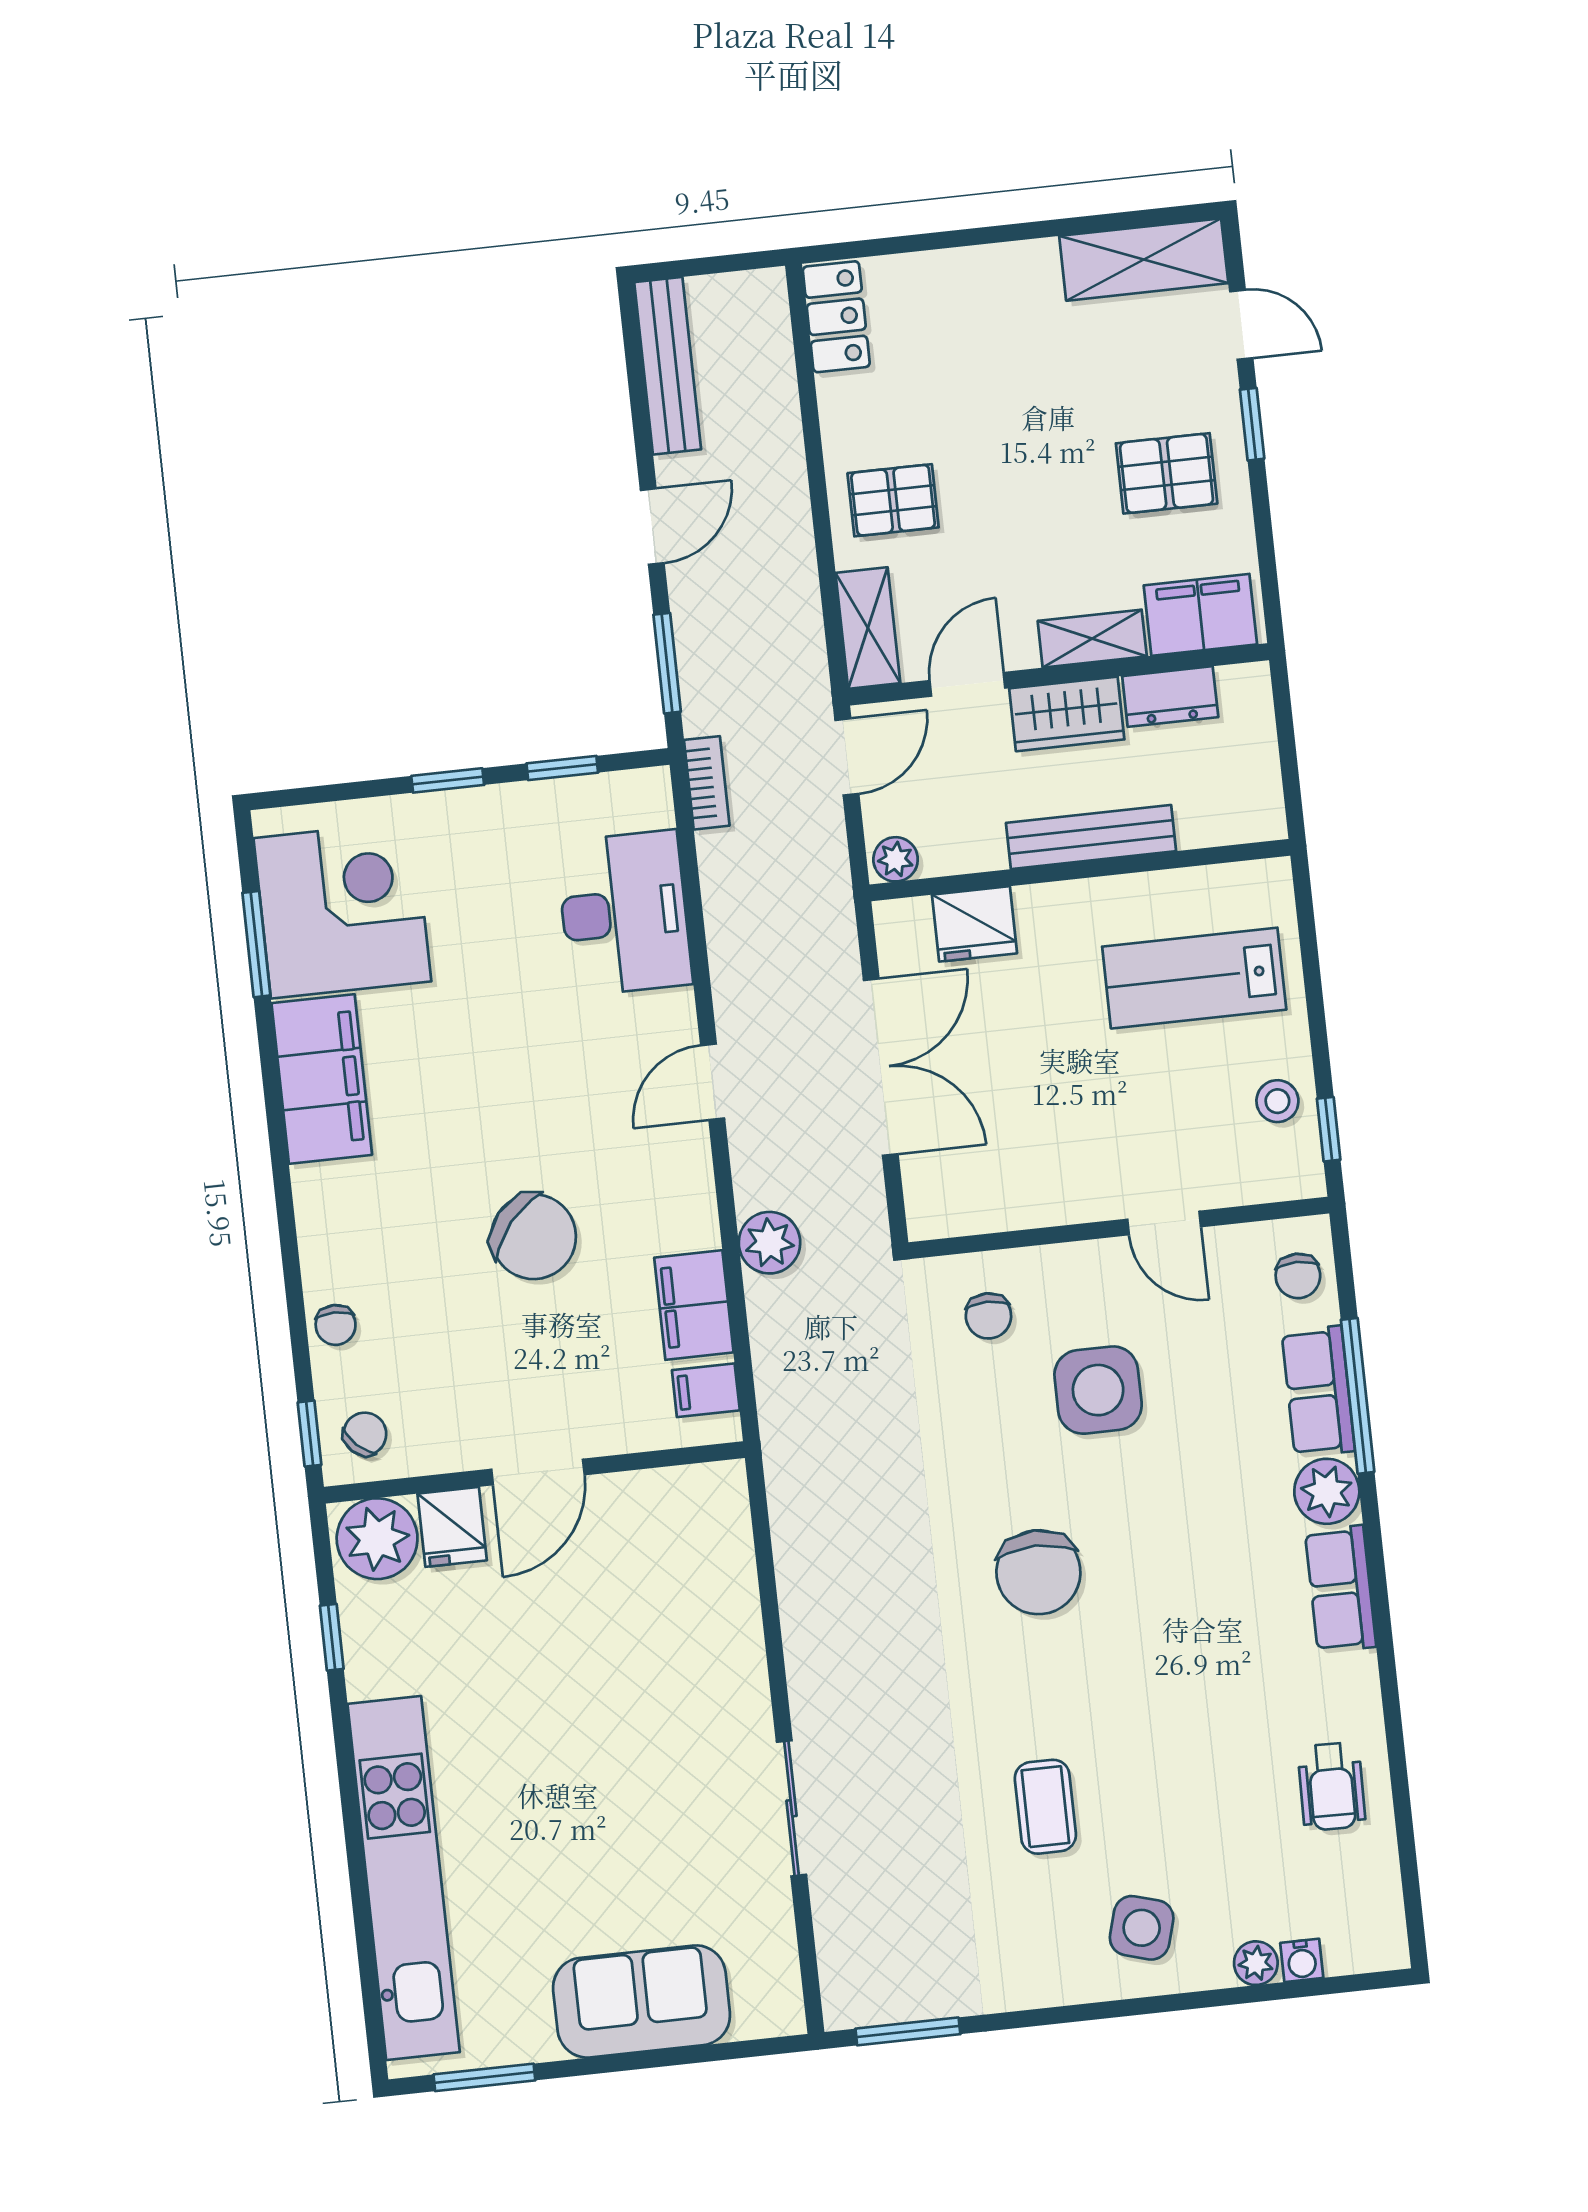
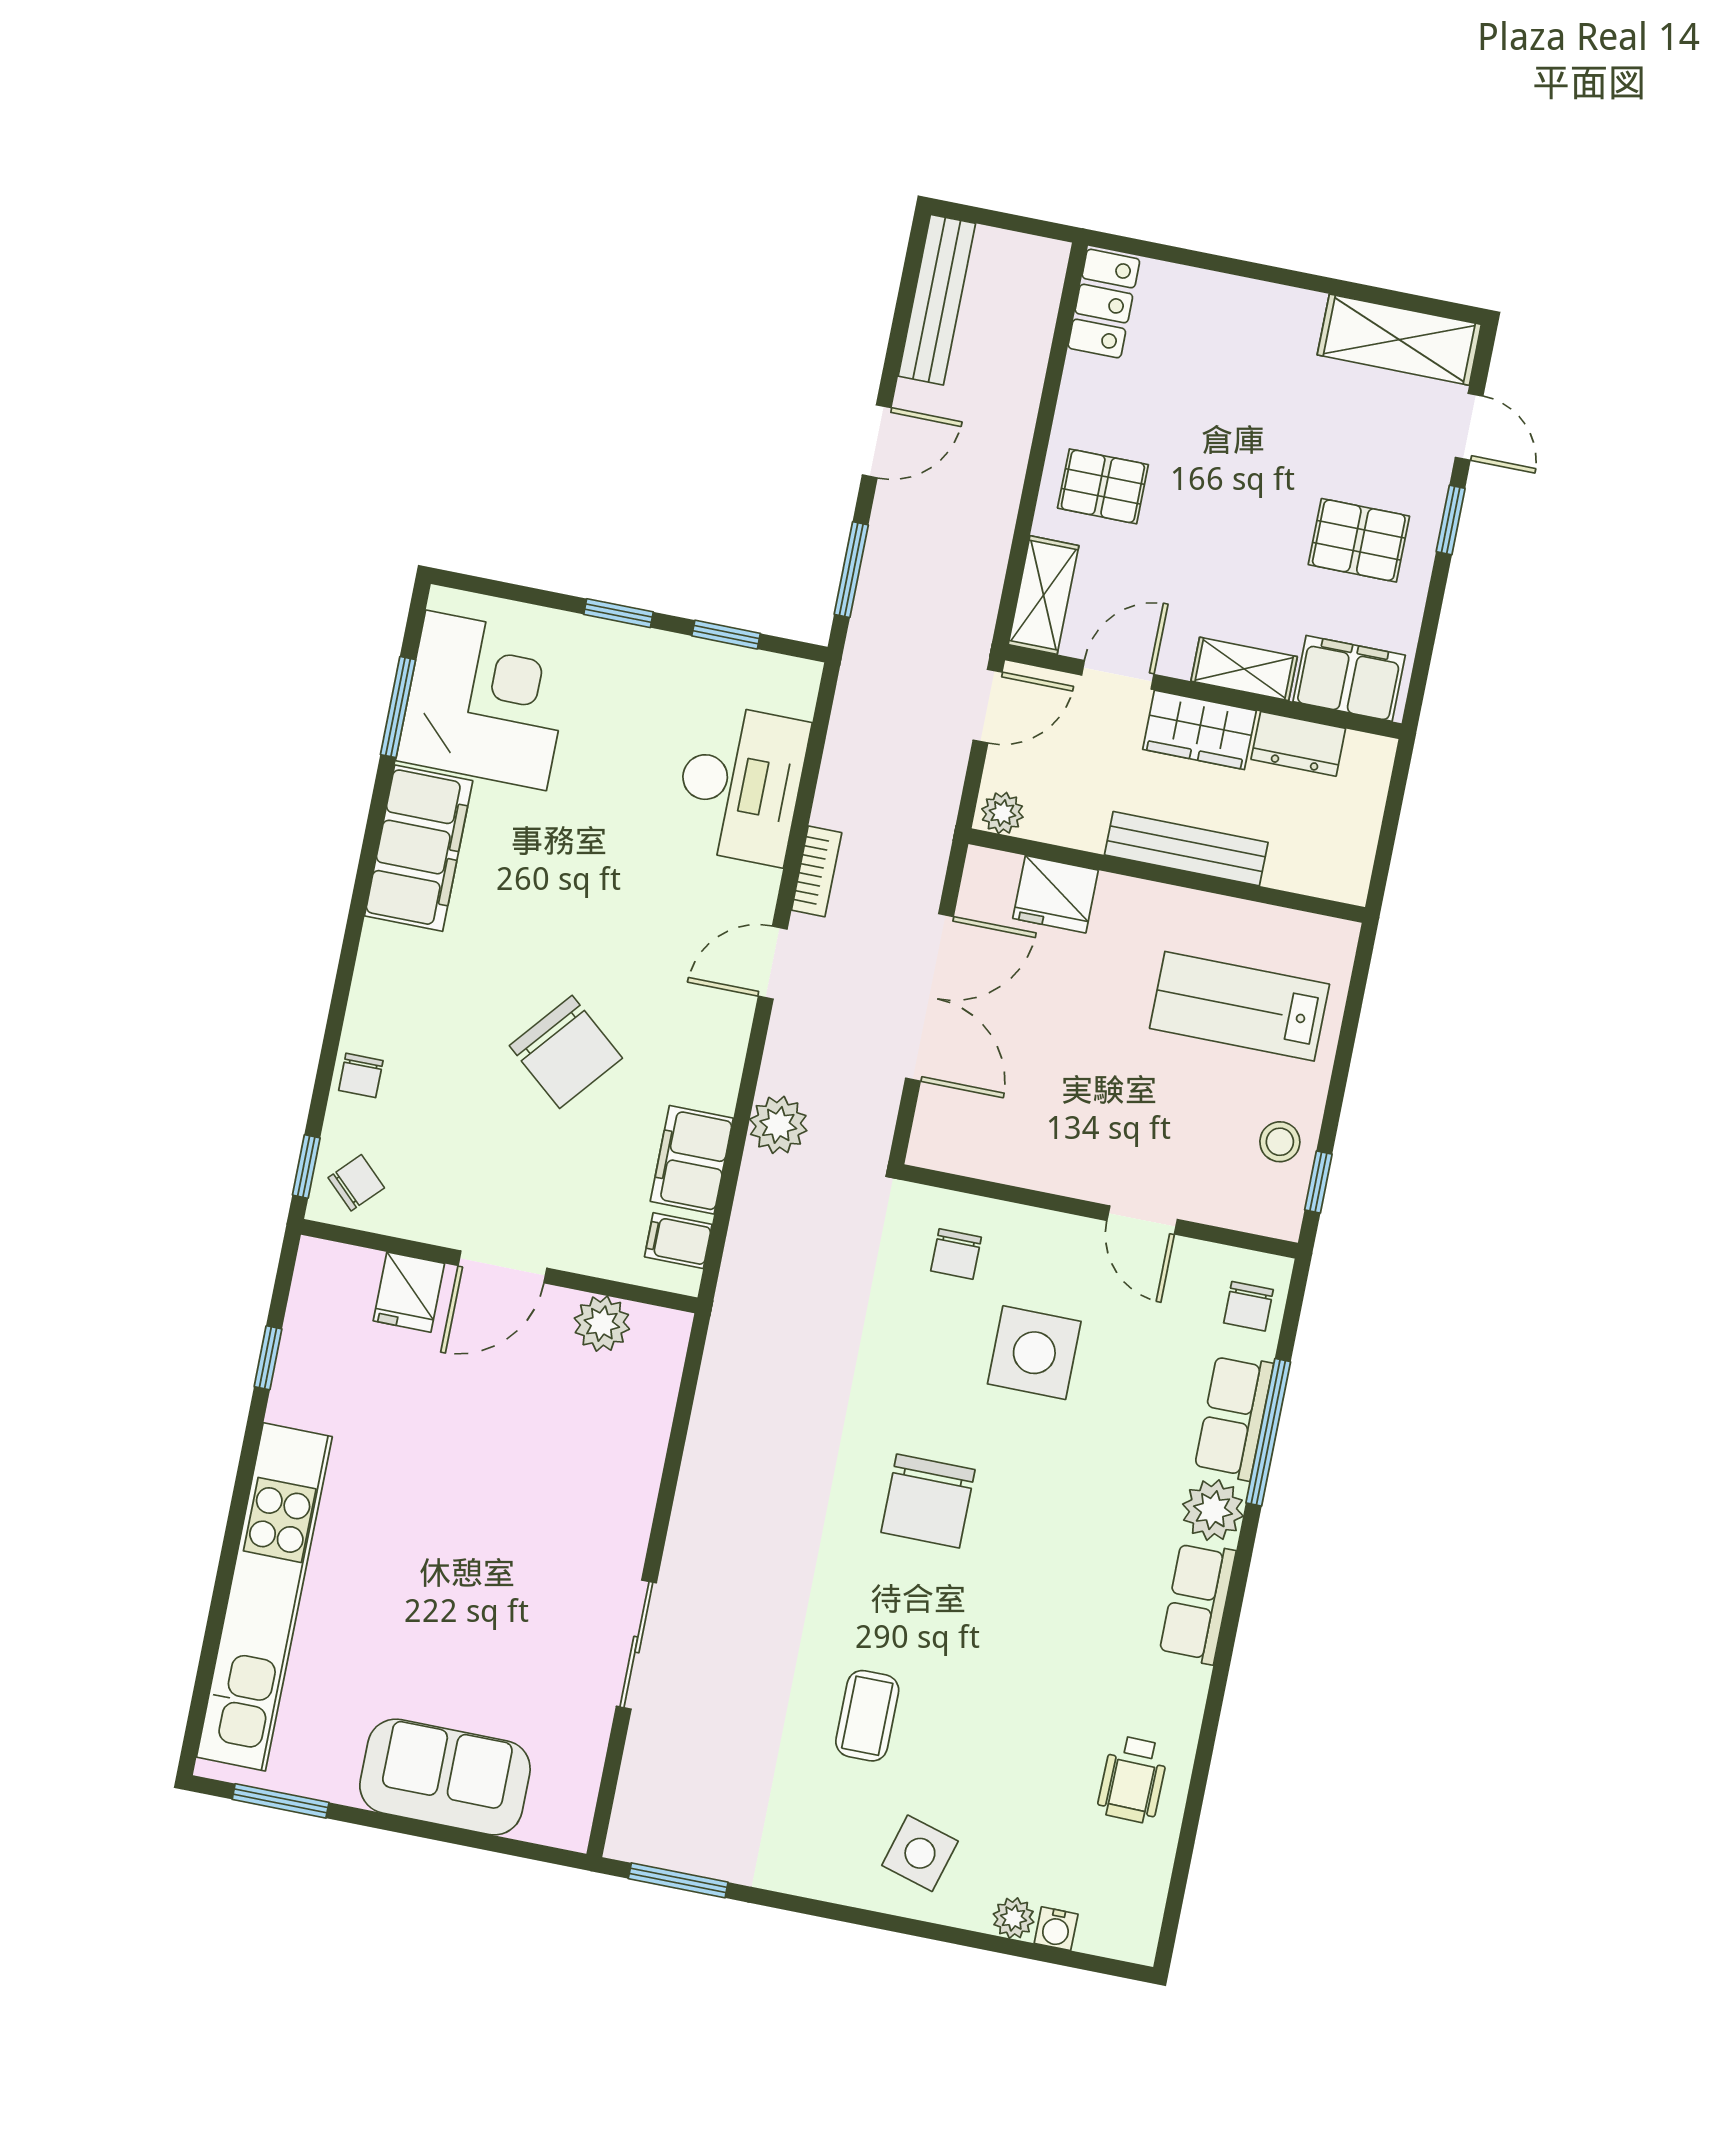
bookcase: (707, 783) -> (817, 871), moved
plant: (377, 1539) -> (602, 1324), moved, width x0.73, depth x0.73

